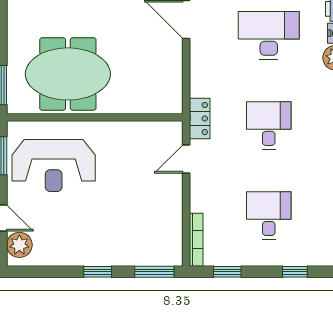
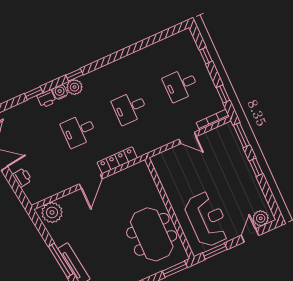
desk: (269, 35) -> (79, 131), width x0.73
locker: (200, 119) -> (117, 160), moved, width x1.53
door: (186, 159) -> (188, 138), moved

